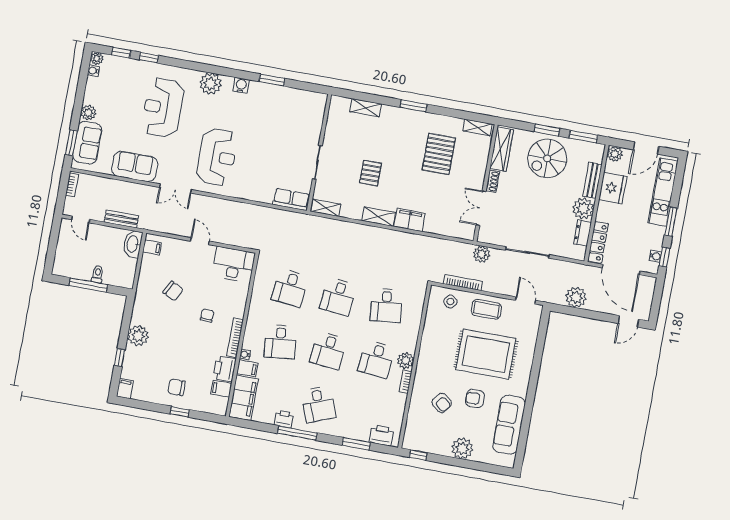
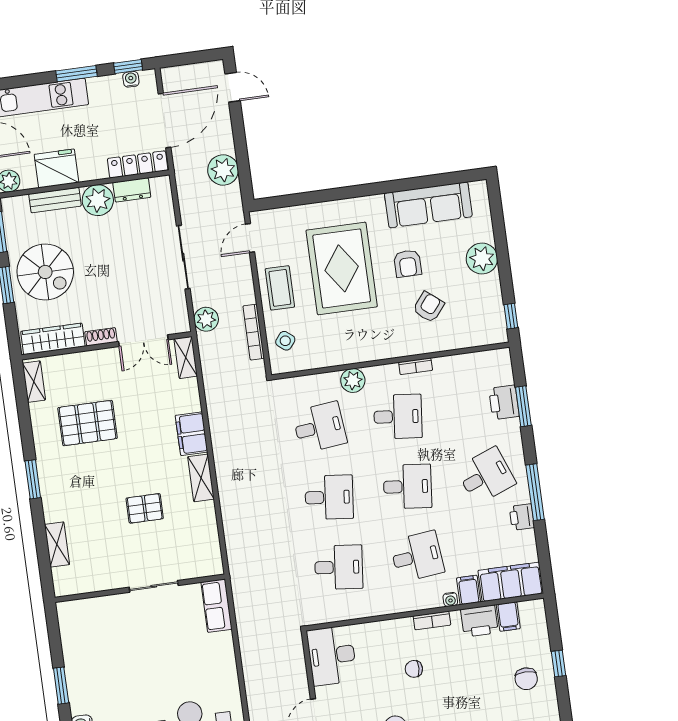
shelving: (326, 208) -> (186, 357), moved
bookcase: (235, 338) -> (432, 620), width x0.64
plant: (406, 361) -> (353, 381), moved
printer: (381, 435) -> (504, 402), moved

